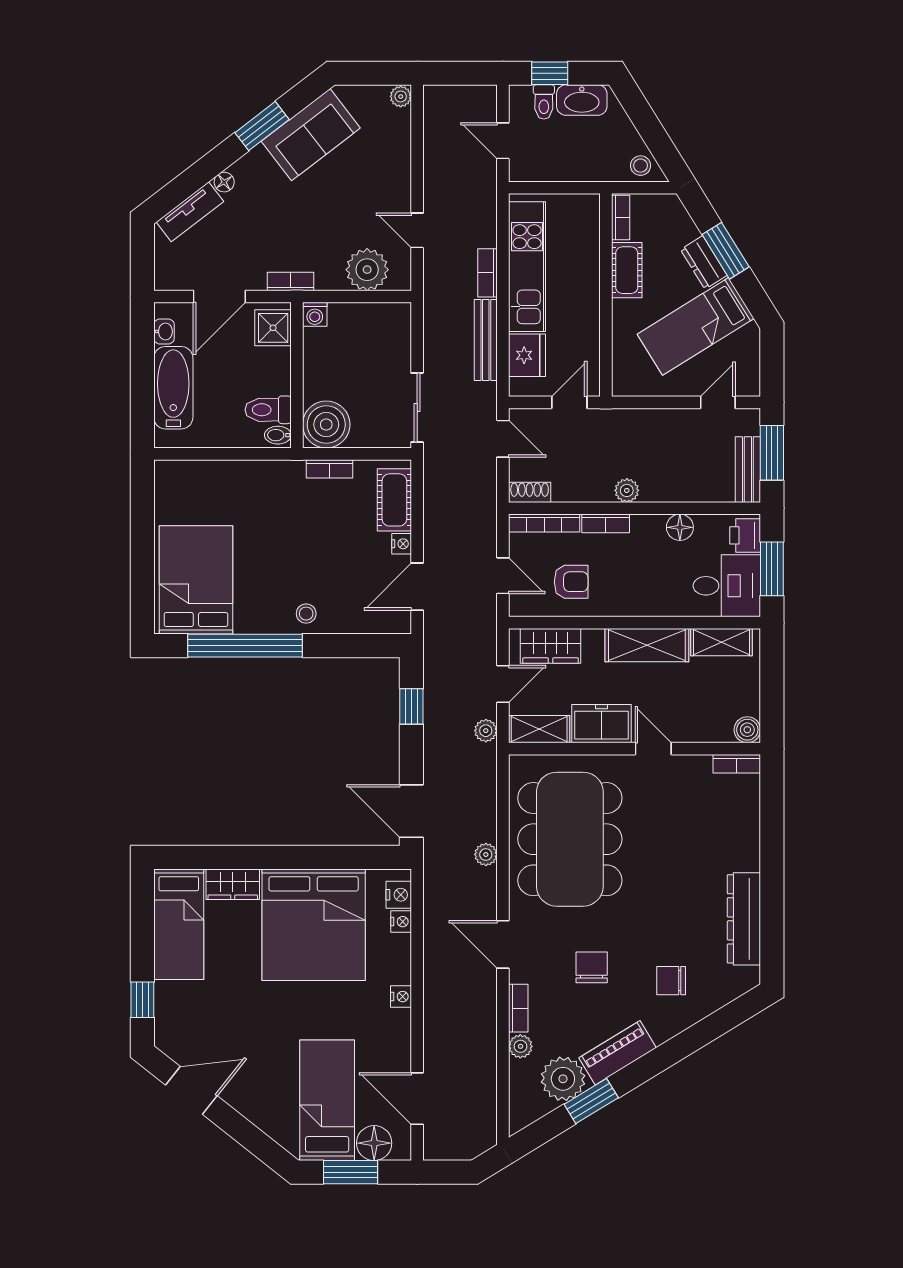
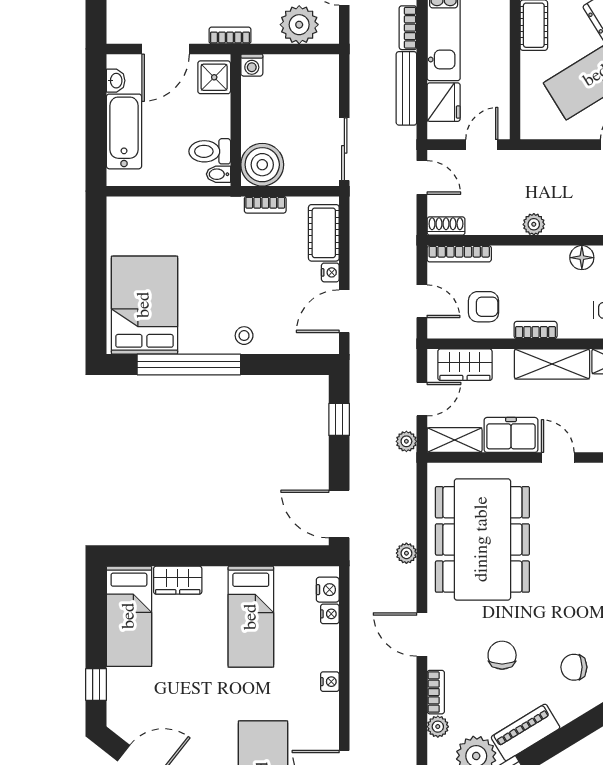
bookcase: (606, 523) -> (536, 330), moved, turned 180
bed: (314, 925) -> (251, 617), width x0.49

